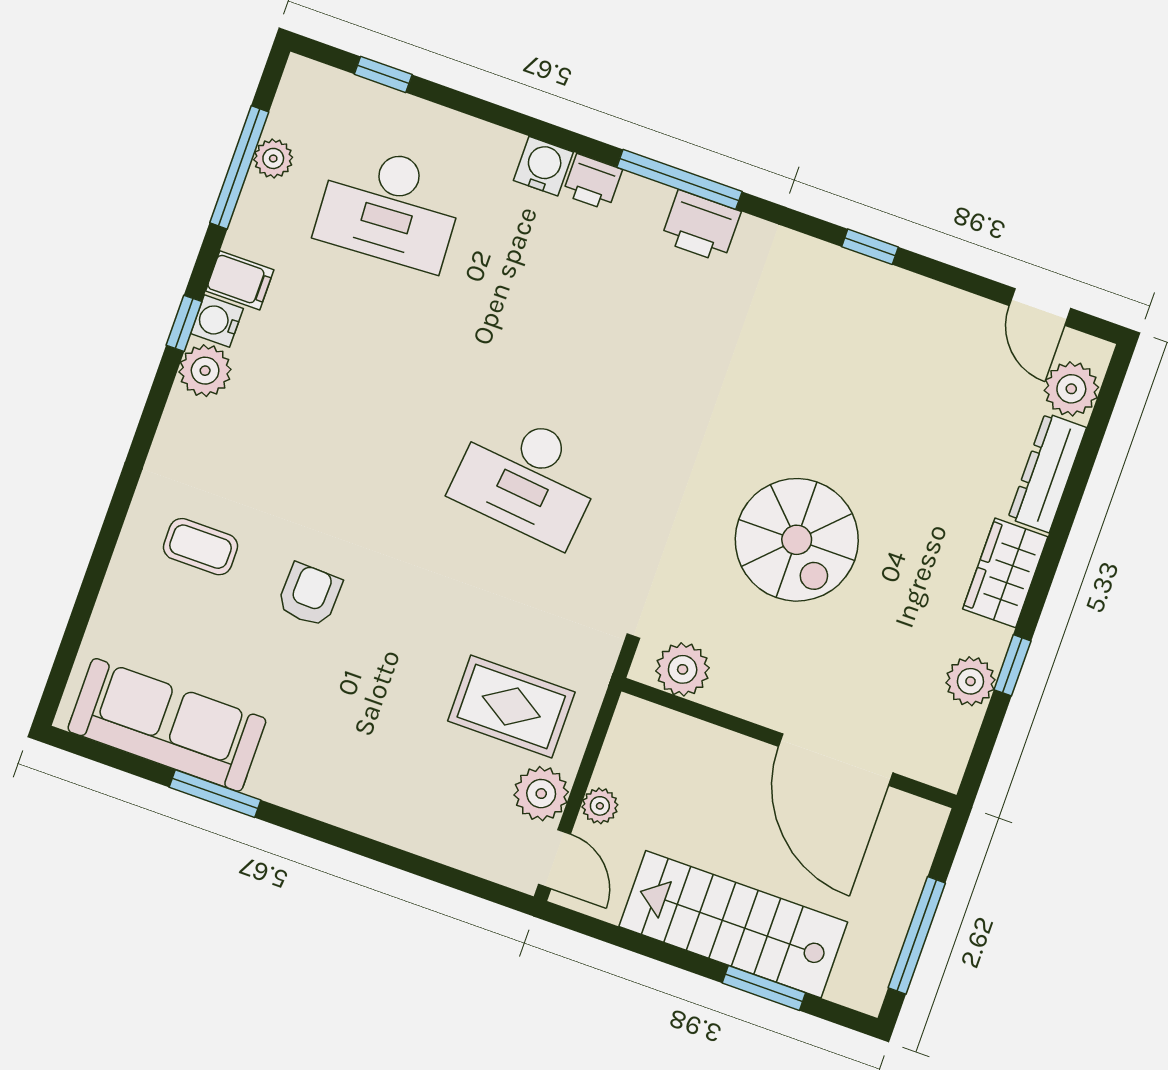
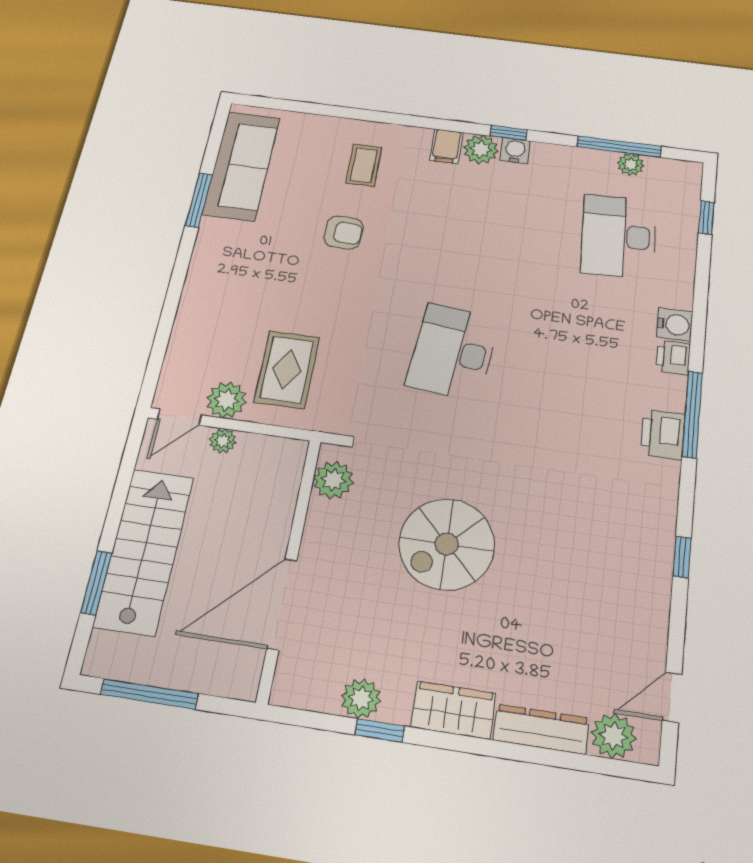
filing cabinet: (240, 280) -> (446, 146), moved

